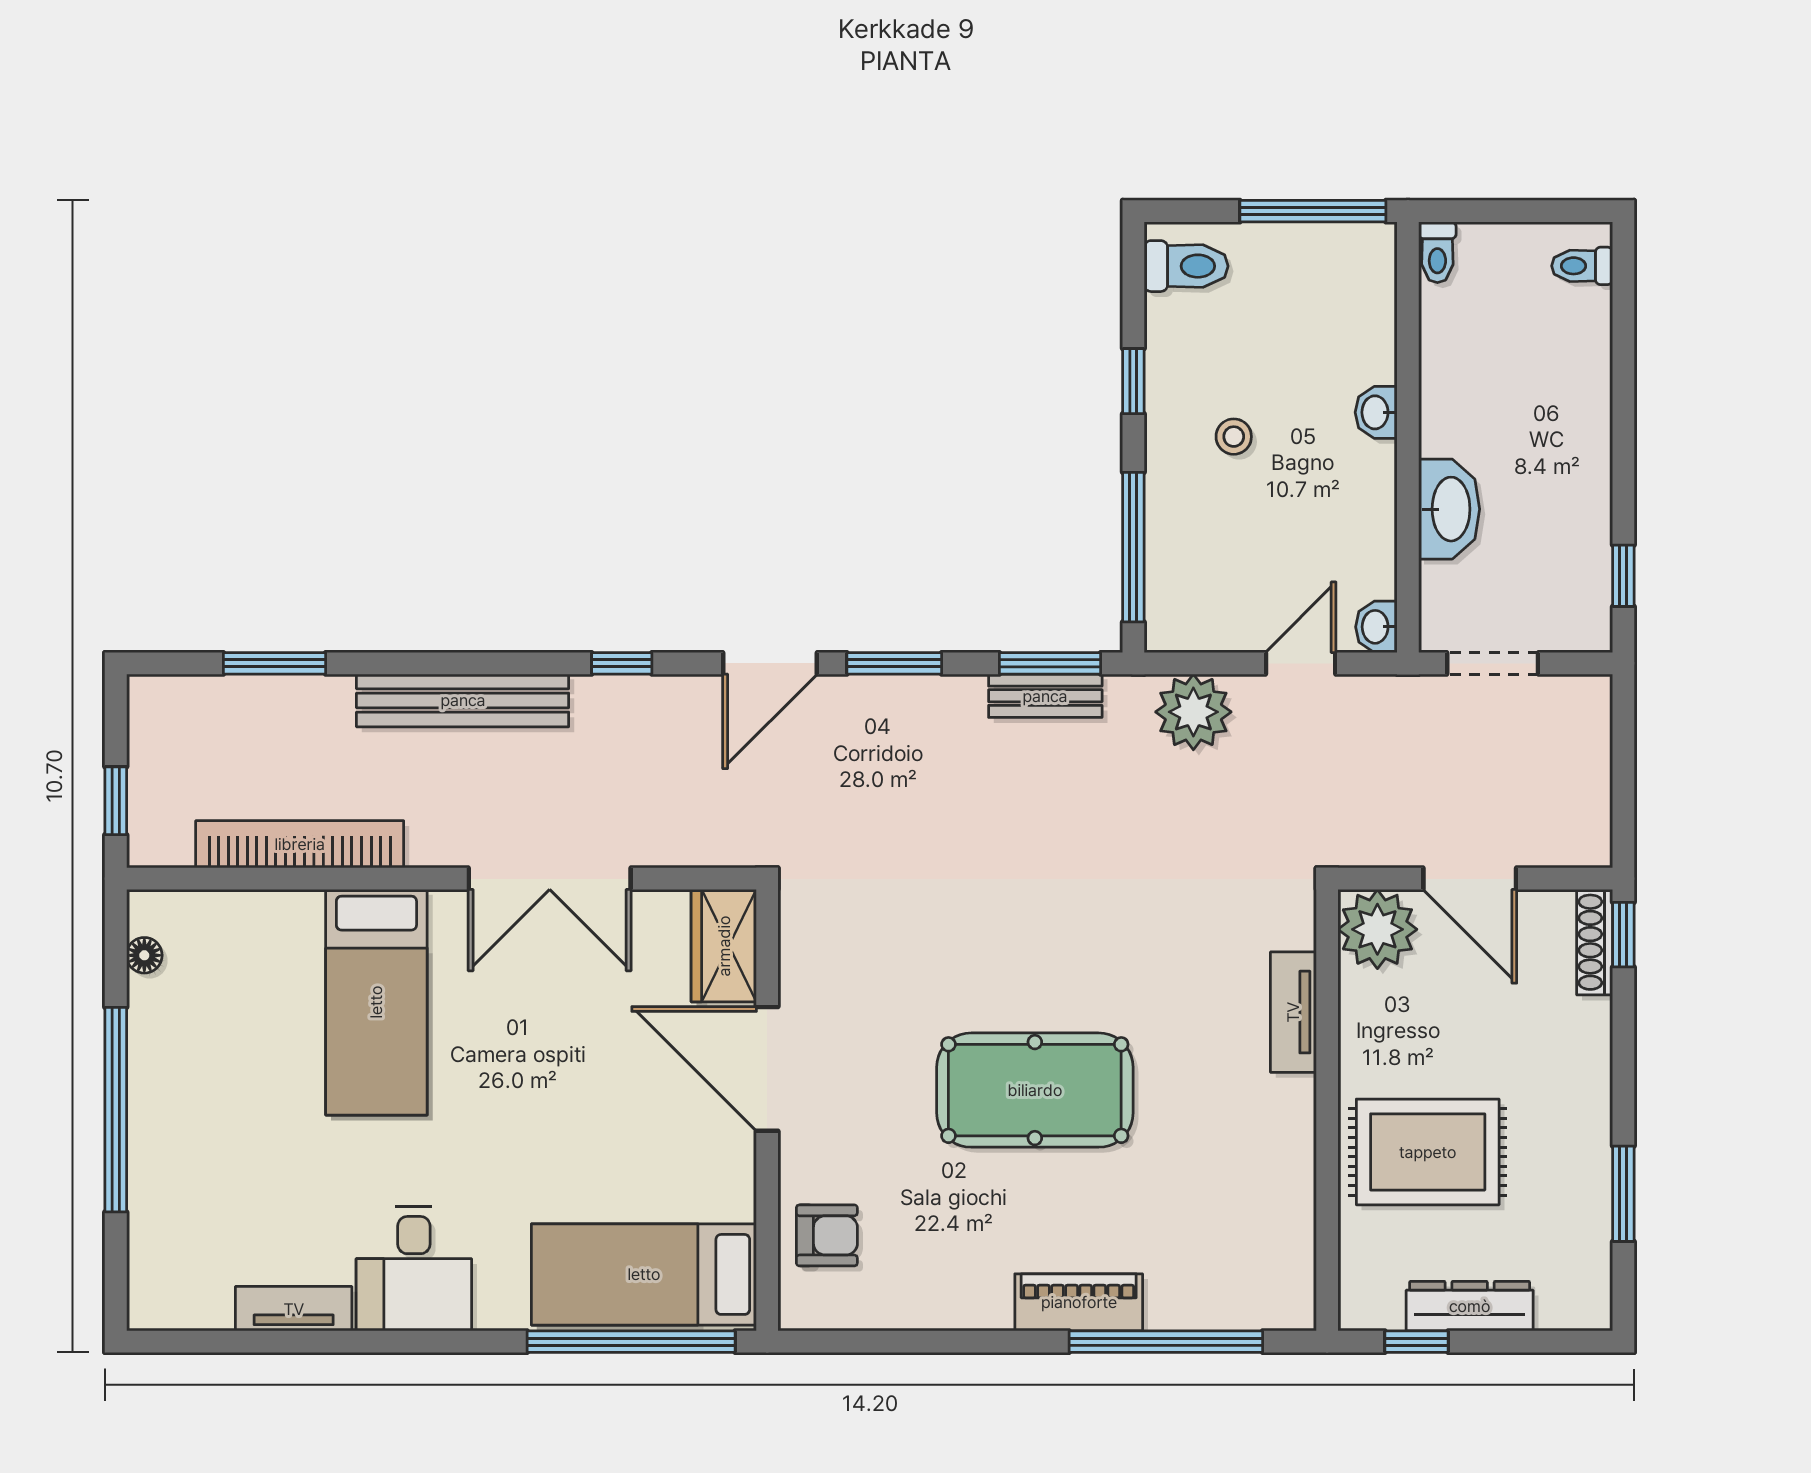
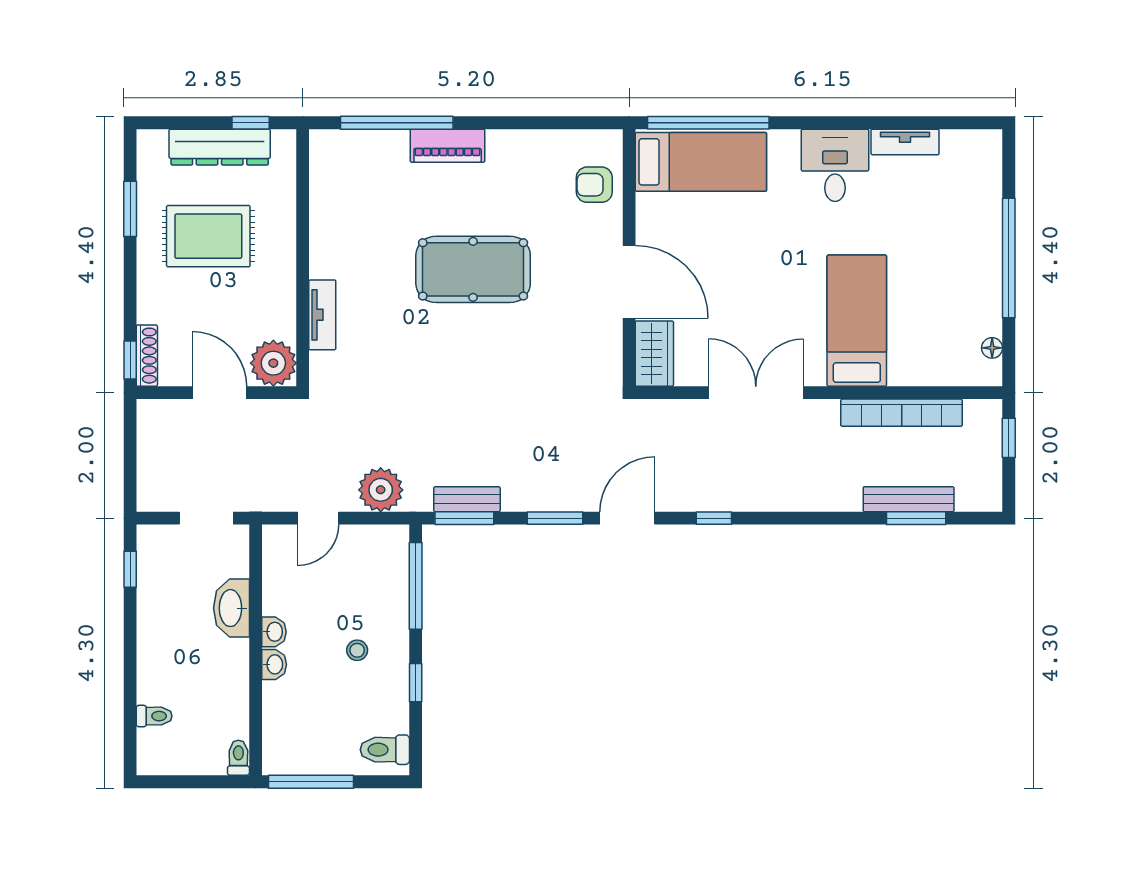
toilet: (1582, 266) -> (154, 716), moved
washbasin: (1376, 627) -> (274, 632), moved
bench: (463, 700) -> (909, 499), moved, width x0.73, depth x0.82
rug: (1428, 1152) -> (208, 236), moved
dresser: (1470, 1306) -> (220, 147), width x1.37, depth x1.24

